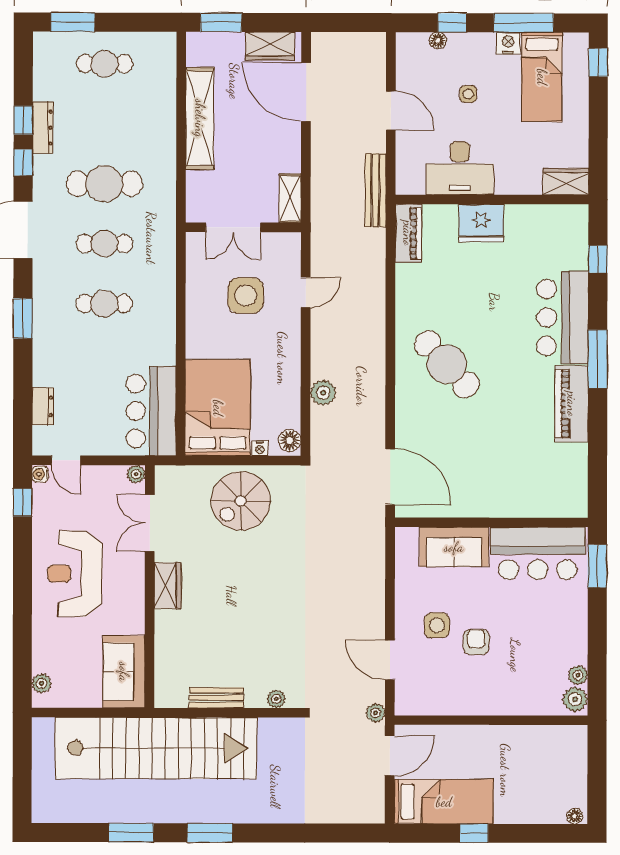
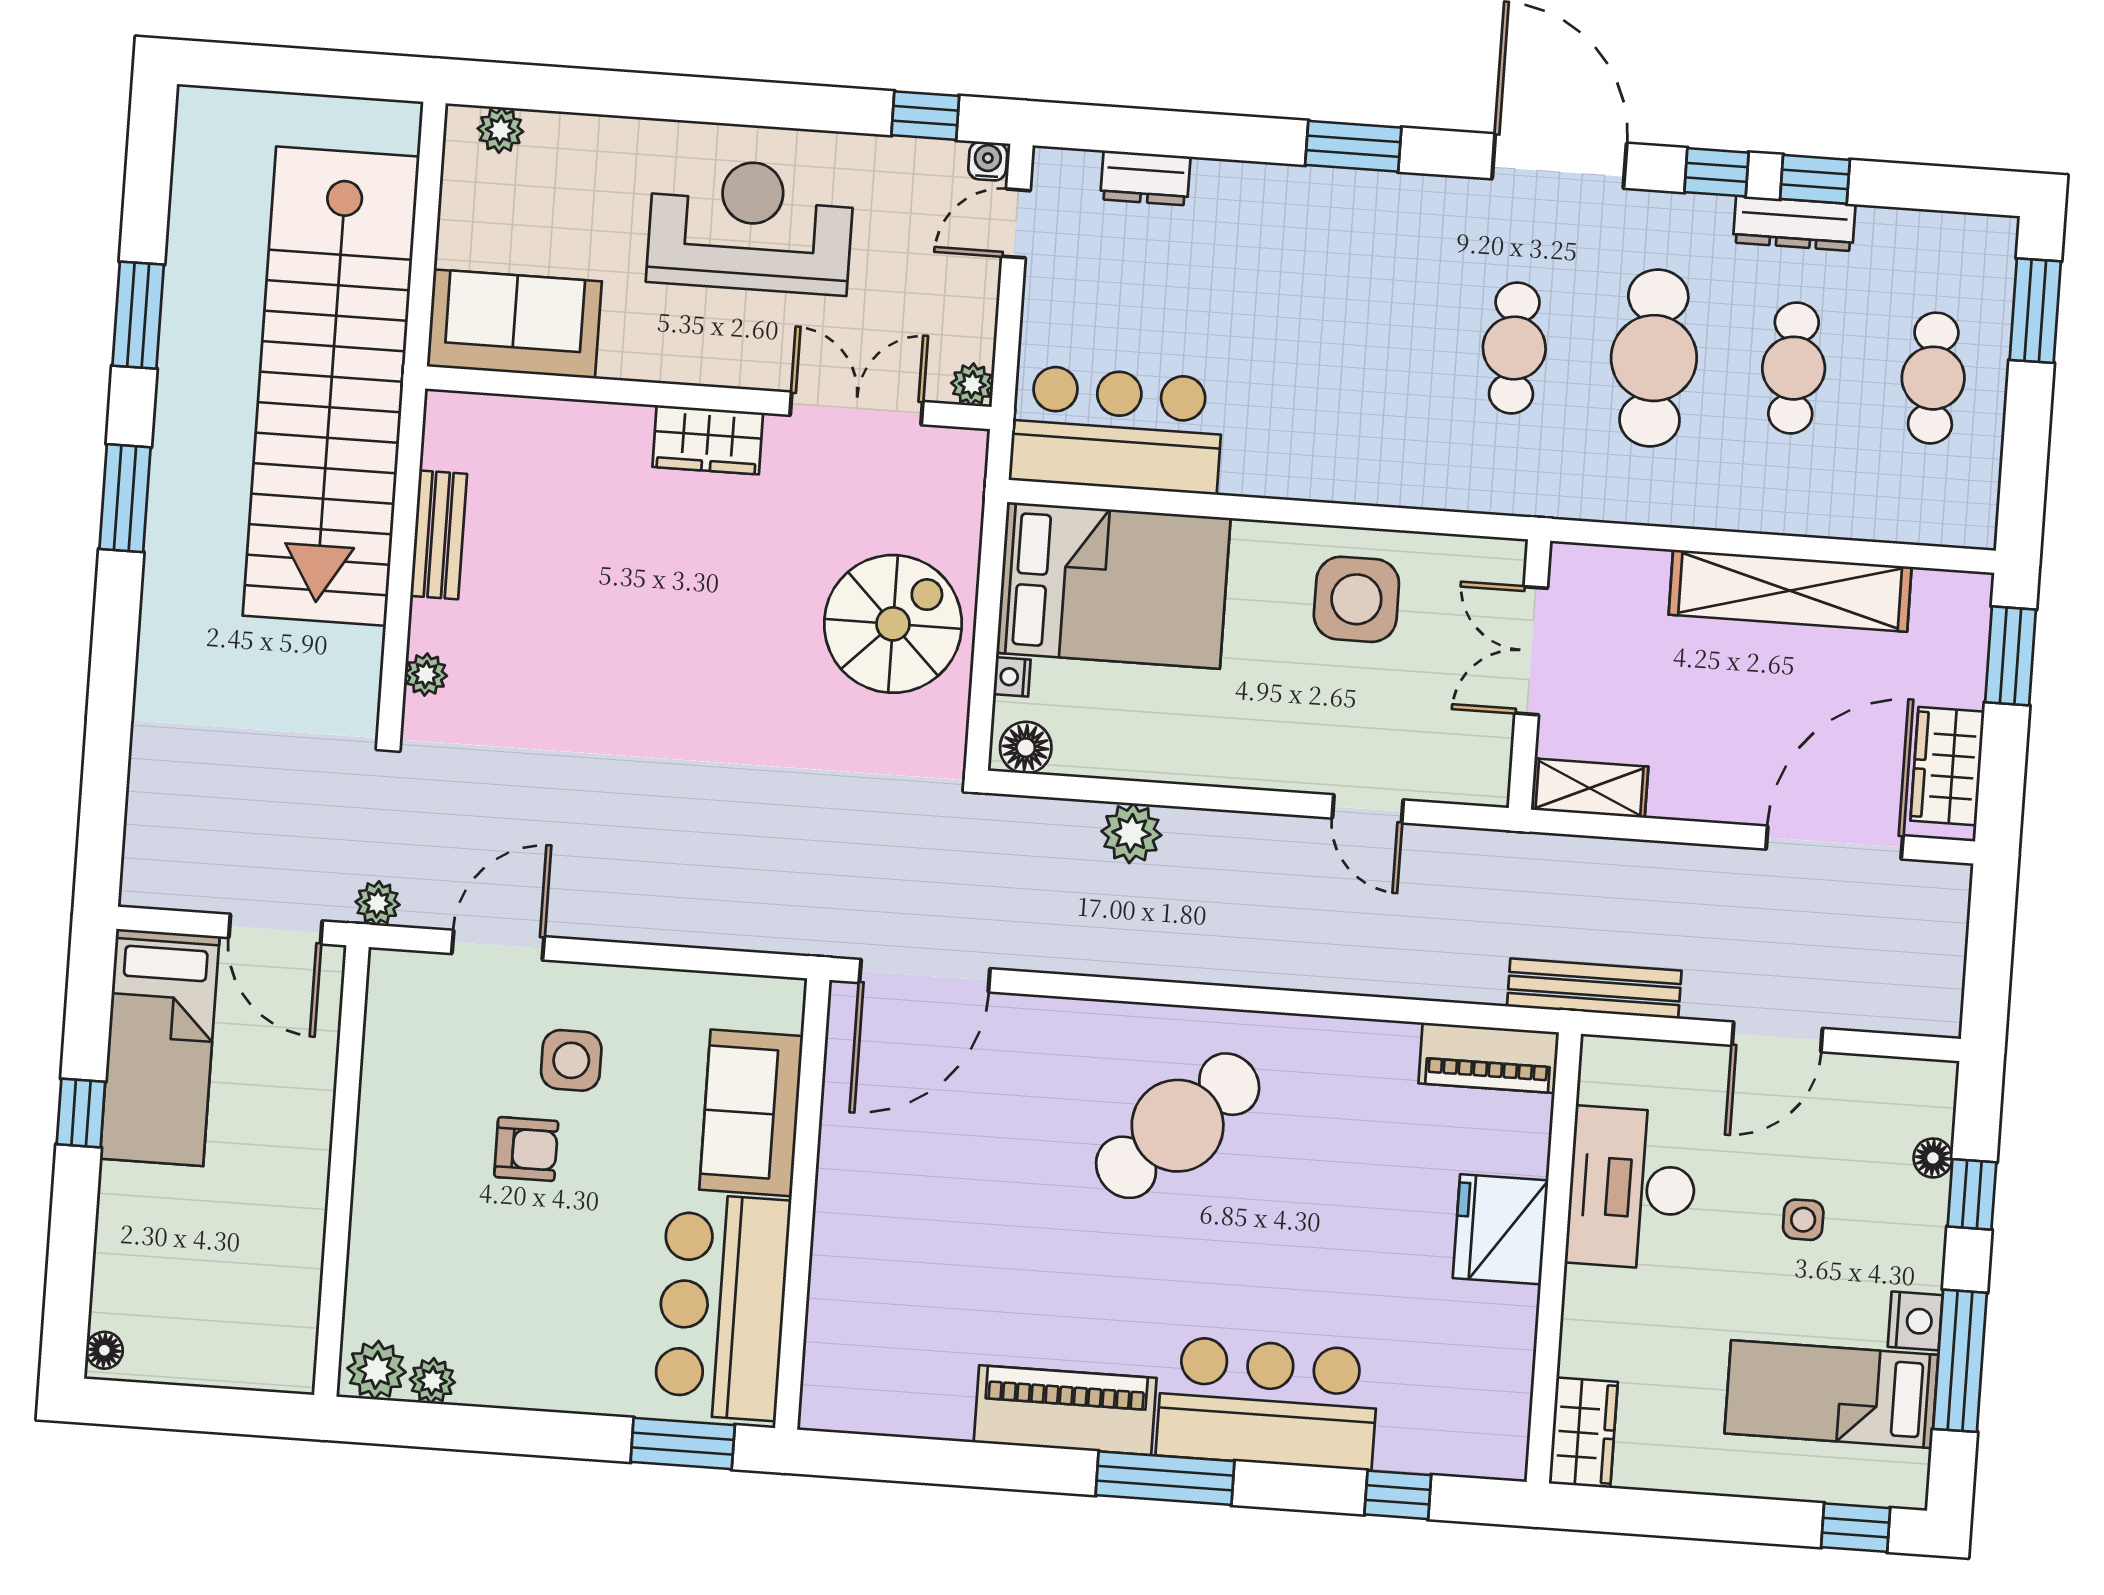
side table: (246, 295) -> (1356, 599), moved
cafe table: (104, 304) -> (1794, 368), moved
spiral stairs: (241, 501) -> (893, 624), turned 90

